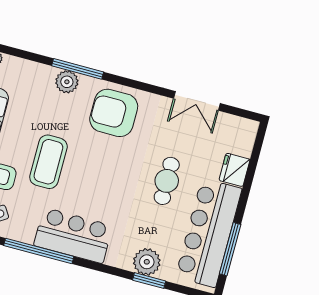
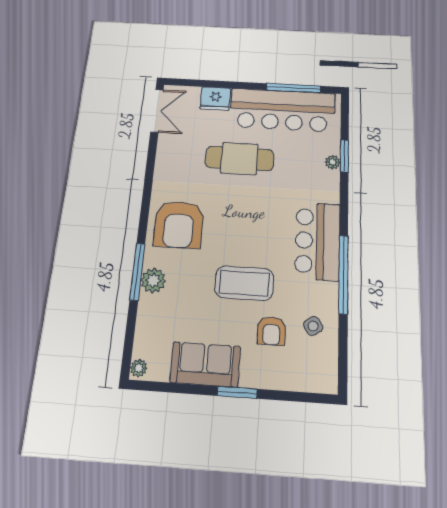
double door: (197, 101) -> (157, 111), moved
cafe table: (167, 181) -> (239, 159), width x1.37, depth x1.35
plant: (147, 262) -> (333, 162), width x0.53, depth x0.53

